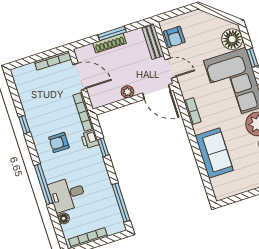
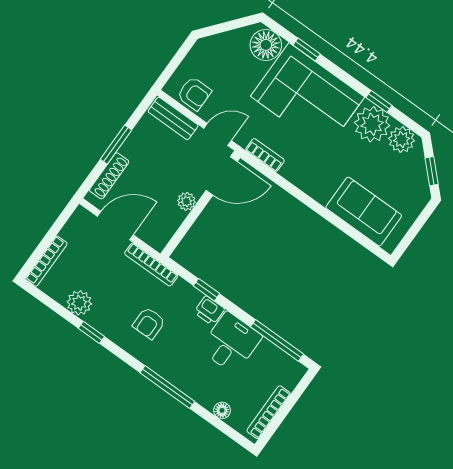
shoe rack: (109, 43) -> (109, 176), moved
bookcase: (53, 60) -> (46, 261), moved
plant: (30, 104) -> (79, 303), added
bookcase: (192, 111) -> (265, 155), moved
printer: (90, 139) -> (209, 311), moved
sofa: (214, 153) -> (364, 212), moved
desk: (67, 194) -> (231, 343), moved, turned 180

